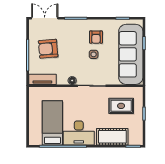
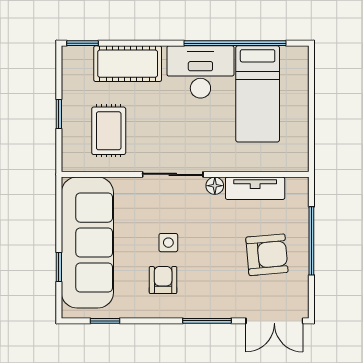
tv unit: (42, 79) -> (255, 188), moved
rug: (121, 106) -> (109, 131), turned 90

